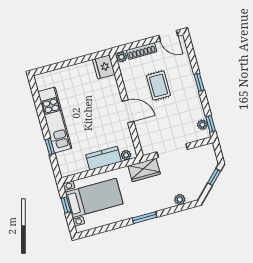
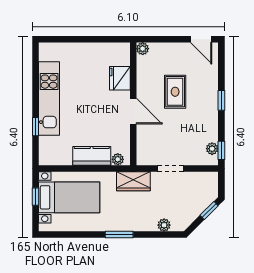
shoe rack: (142, 51) -> (167, 48), removed
fridge: (104, 67) -> (120, 78), moved
doorway: (172, 151) -> (170, 168), width x0.73

